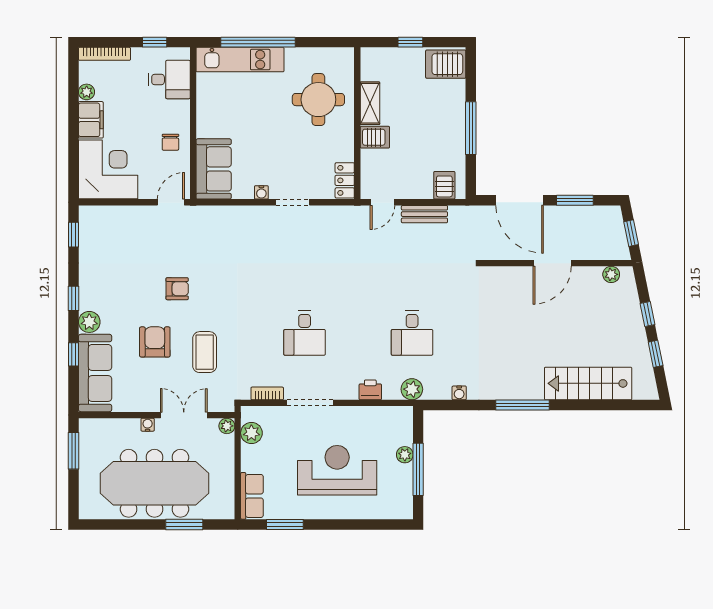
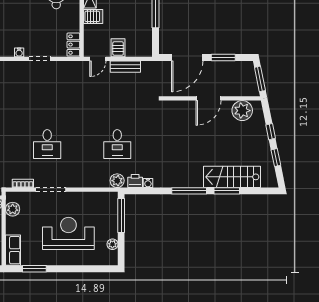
server rack: (444, 185) -> (118, 48), moved
door: (520, 200) -> (187, 58), hinge flipped
window: (631, 233) -> (260, 79), width x1.50
plant: (611, 274) -> (242, 111), width x1.87, depth x1.87
printer: (370, 390) -> (135, 181), moved
window: (580, 405) -> (227, 191), added
plant: (405, 455) -> (112, 244), moved
window: (418, 469) -> (121, 216), moved

